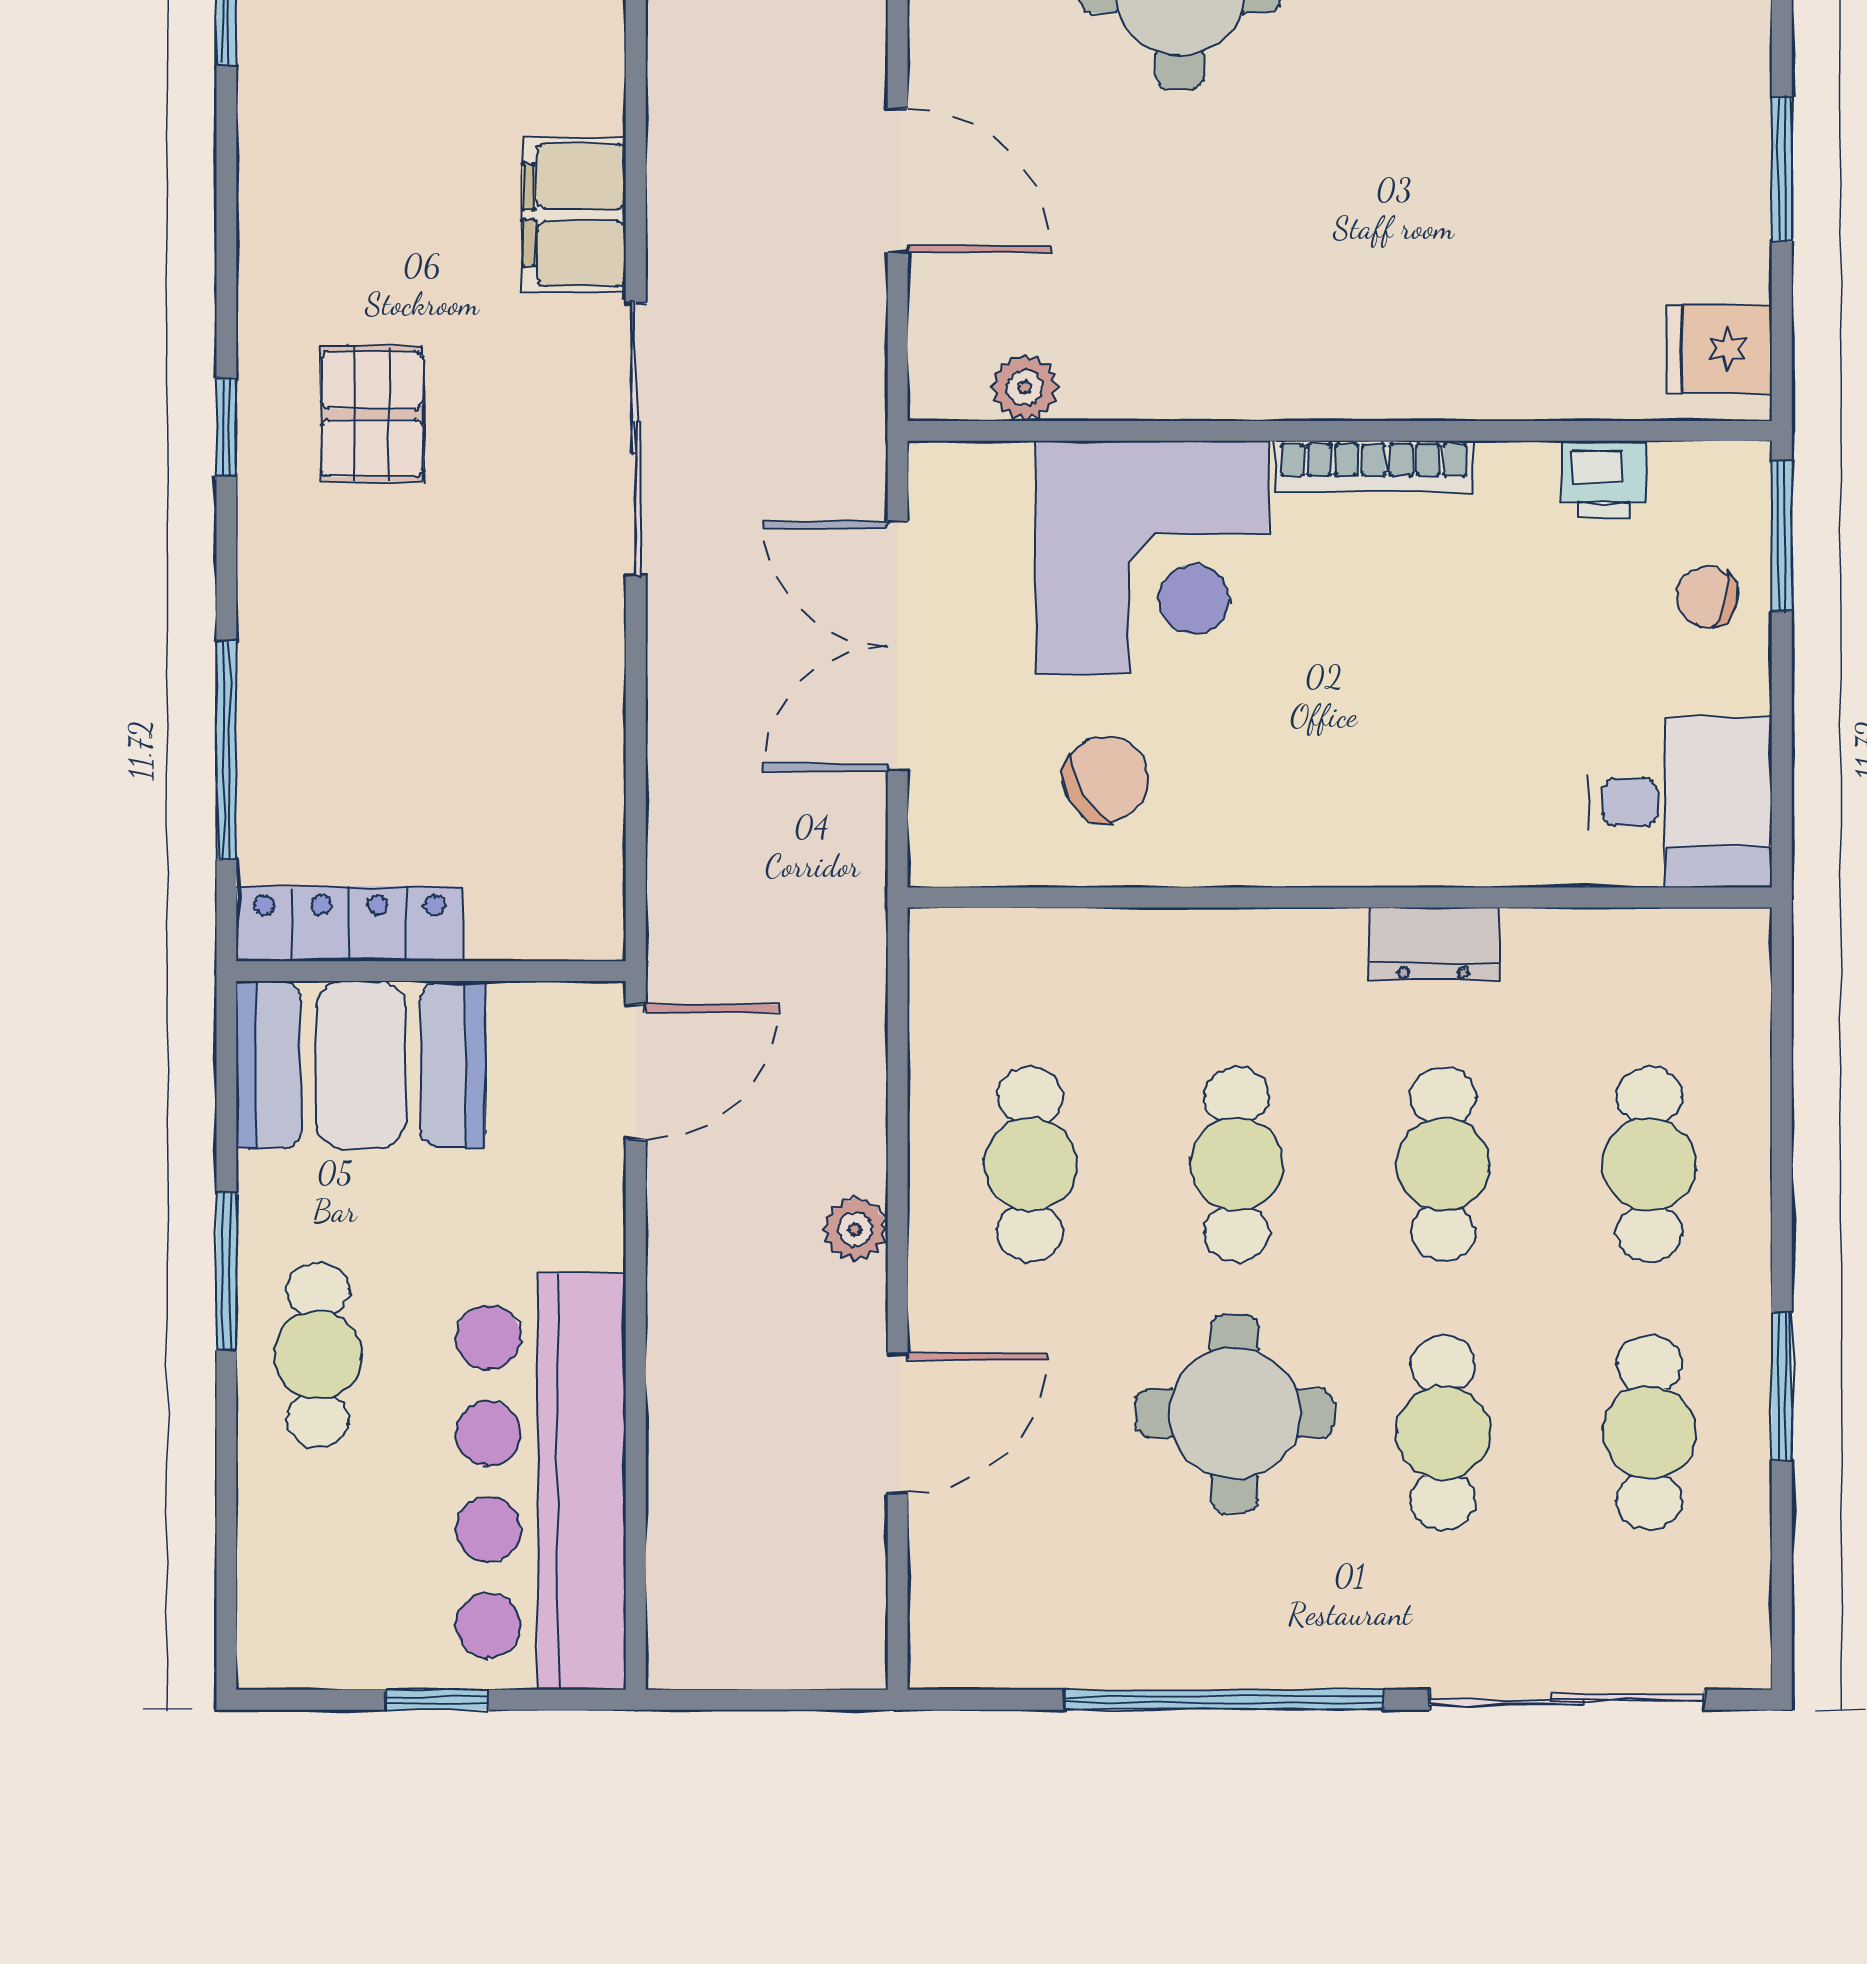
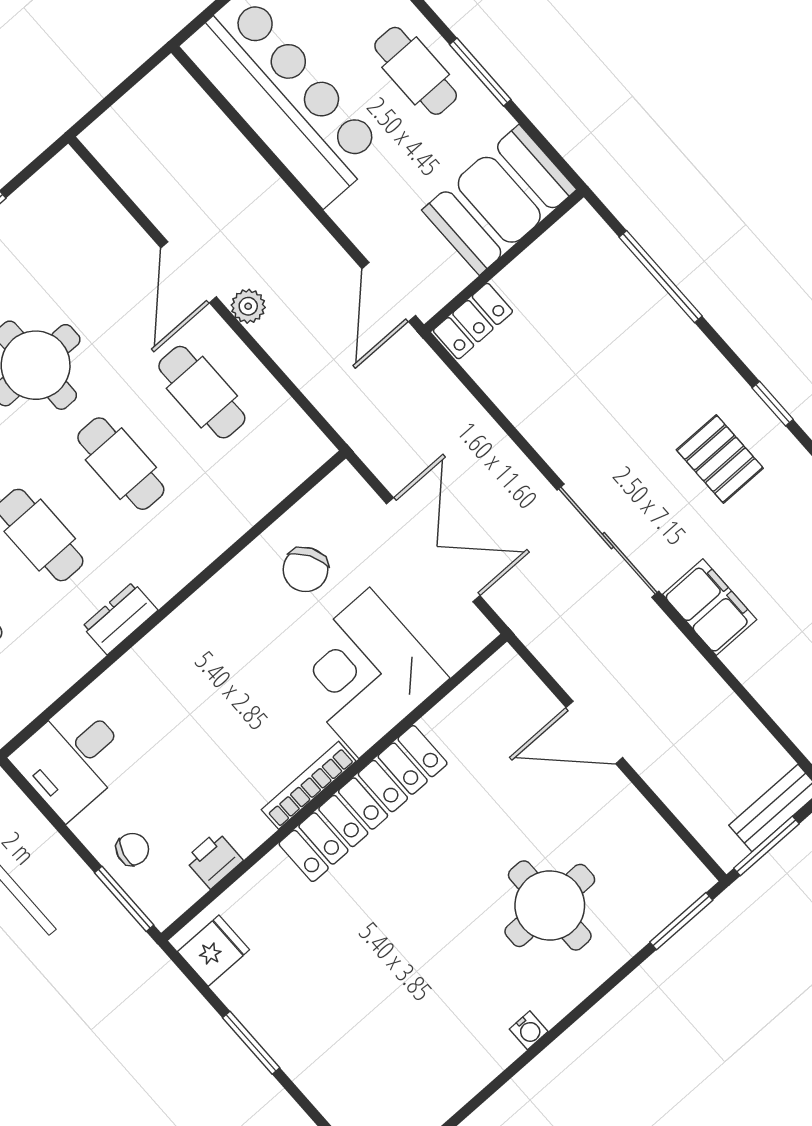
locker: (1319, 371) -> (363, 804), added
plant: (1025, 387) -> (473, 695), removed
locker: (349, 924) -> (473, 321), moved, width x0.66
door: (898, 1423) -> (189, 272), moved

